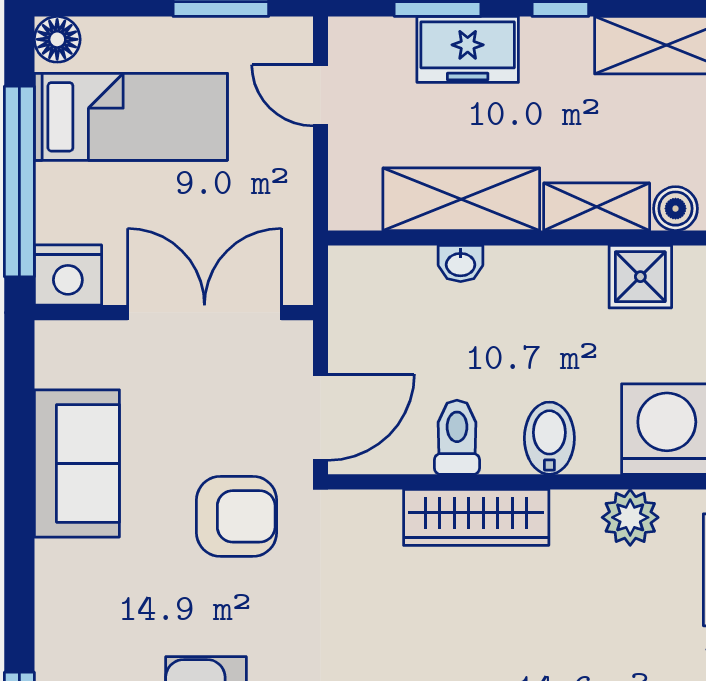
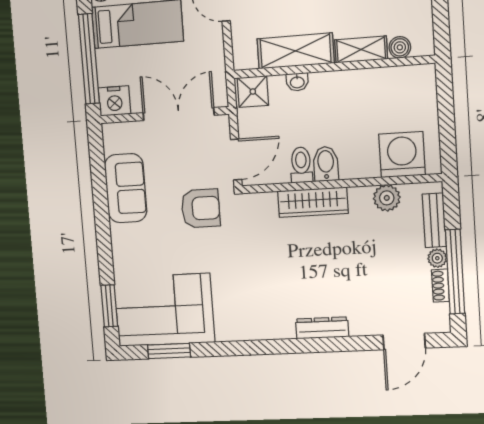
shower: (640, 277) -> (253, 92), moved
bidet: (549, 438) -> (326, 164), moved

